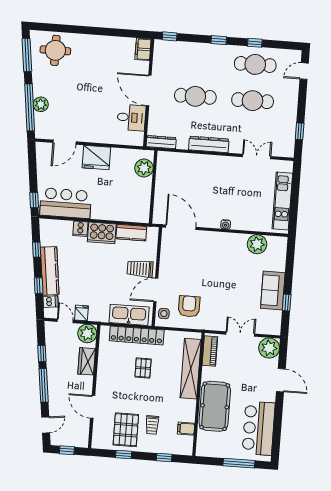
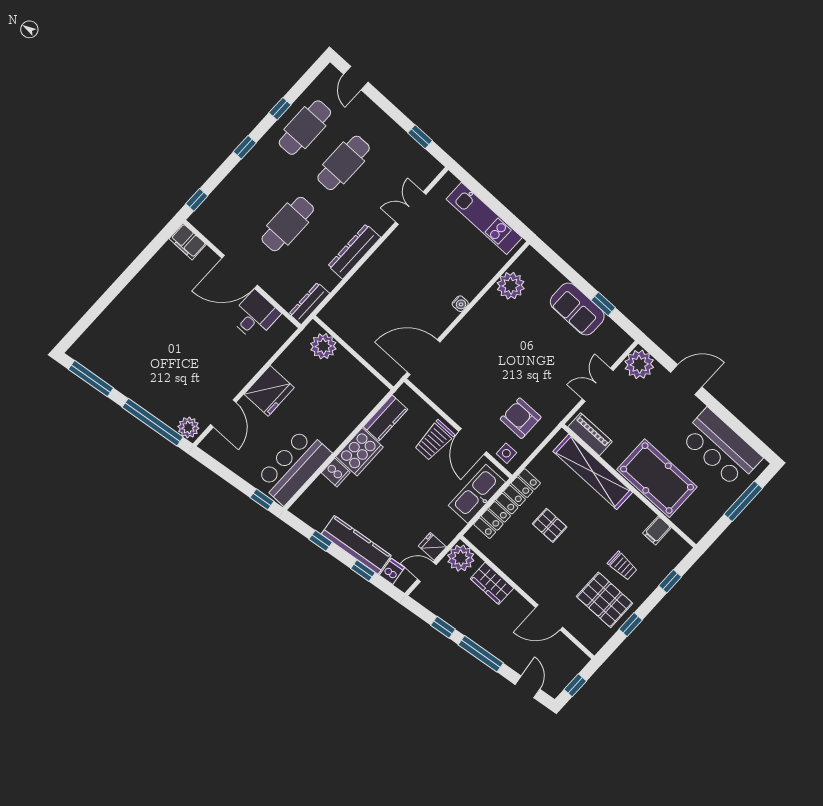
round table: (55, 50) -> (111, 342), removed
plant: (41, 104) -> (188, 427), moved

